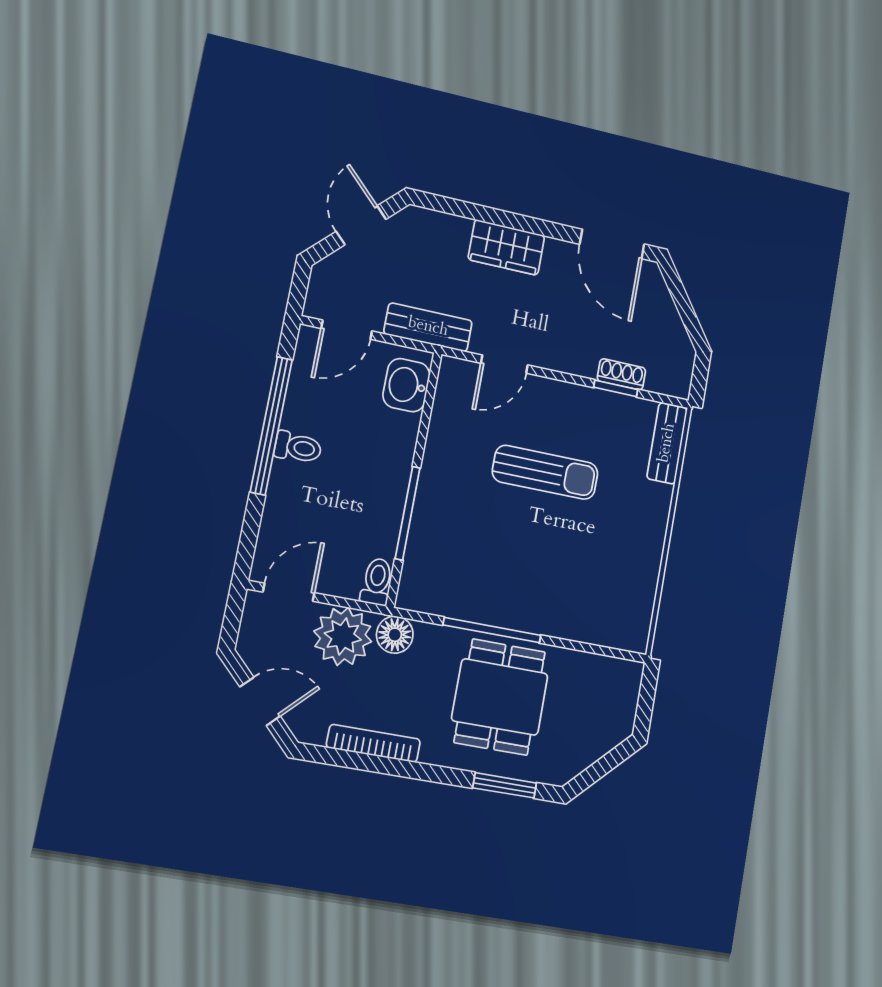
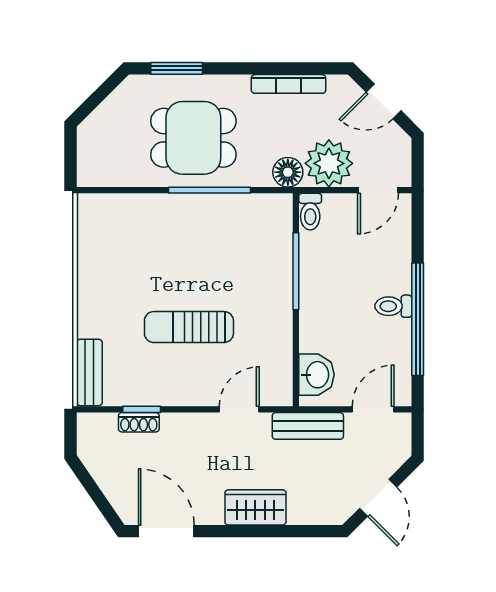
dining table: (500, 697) -> (193, 138), turned 90

